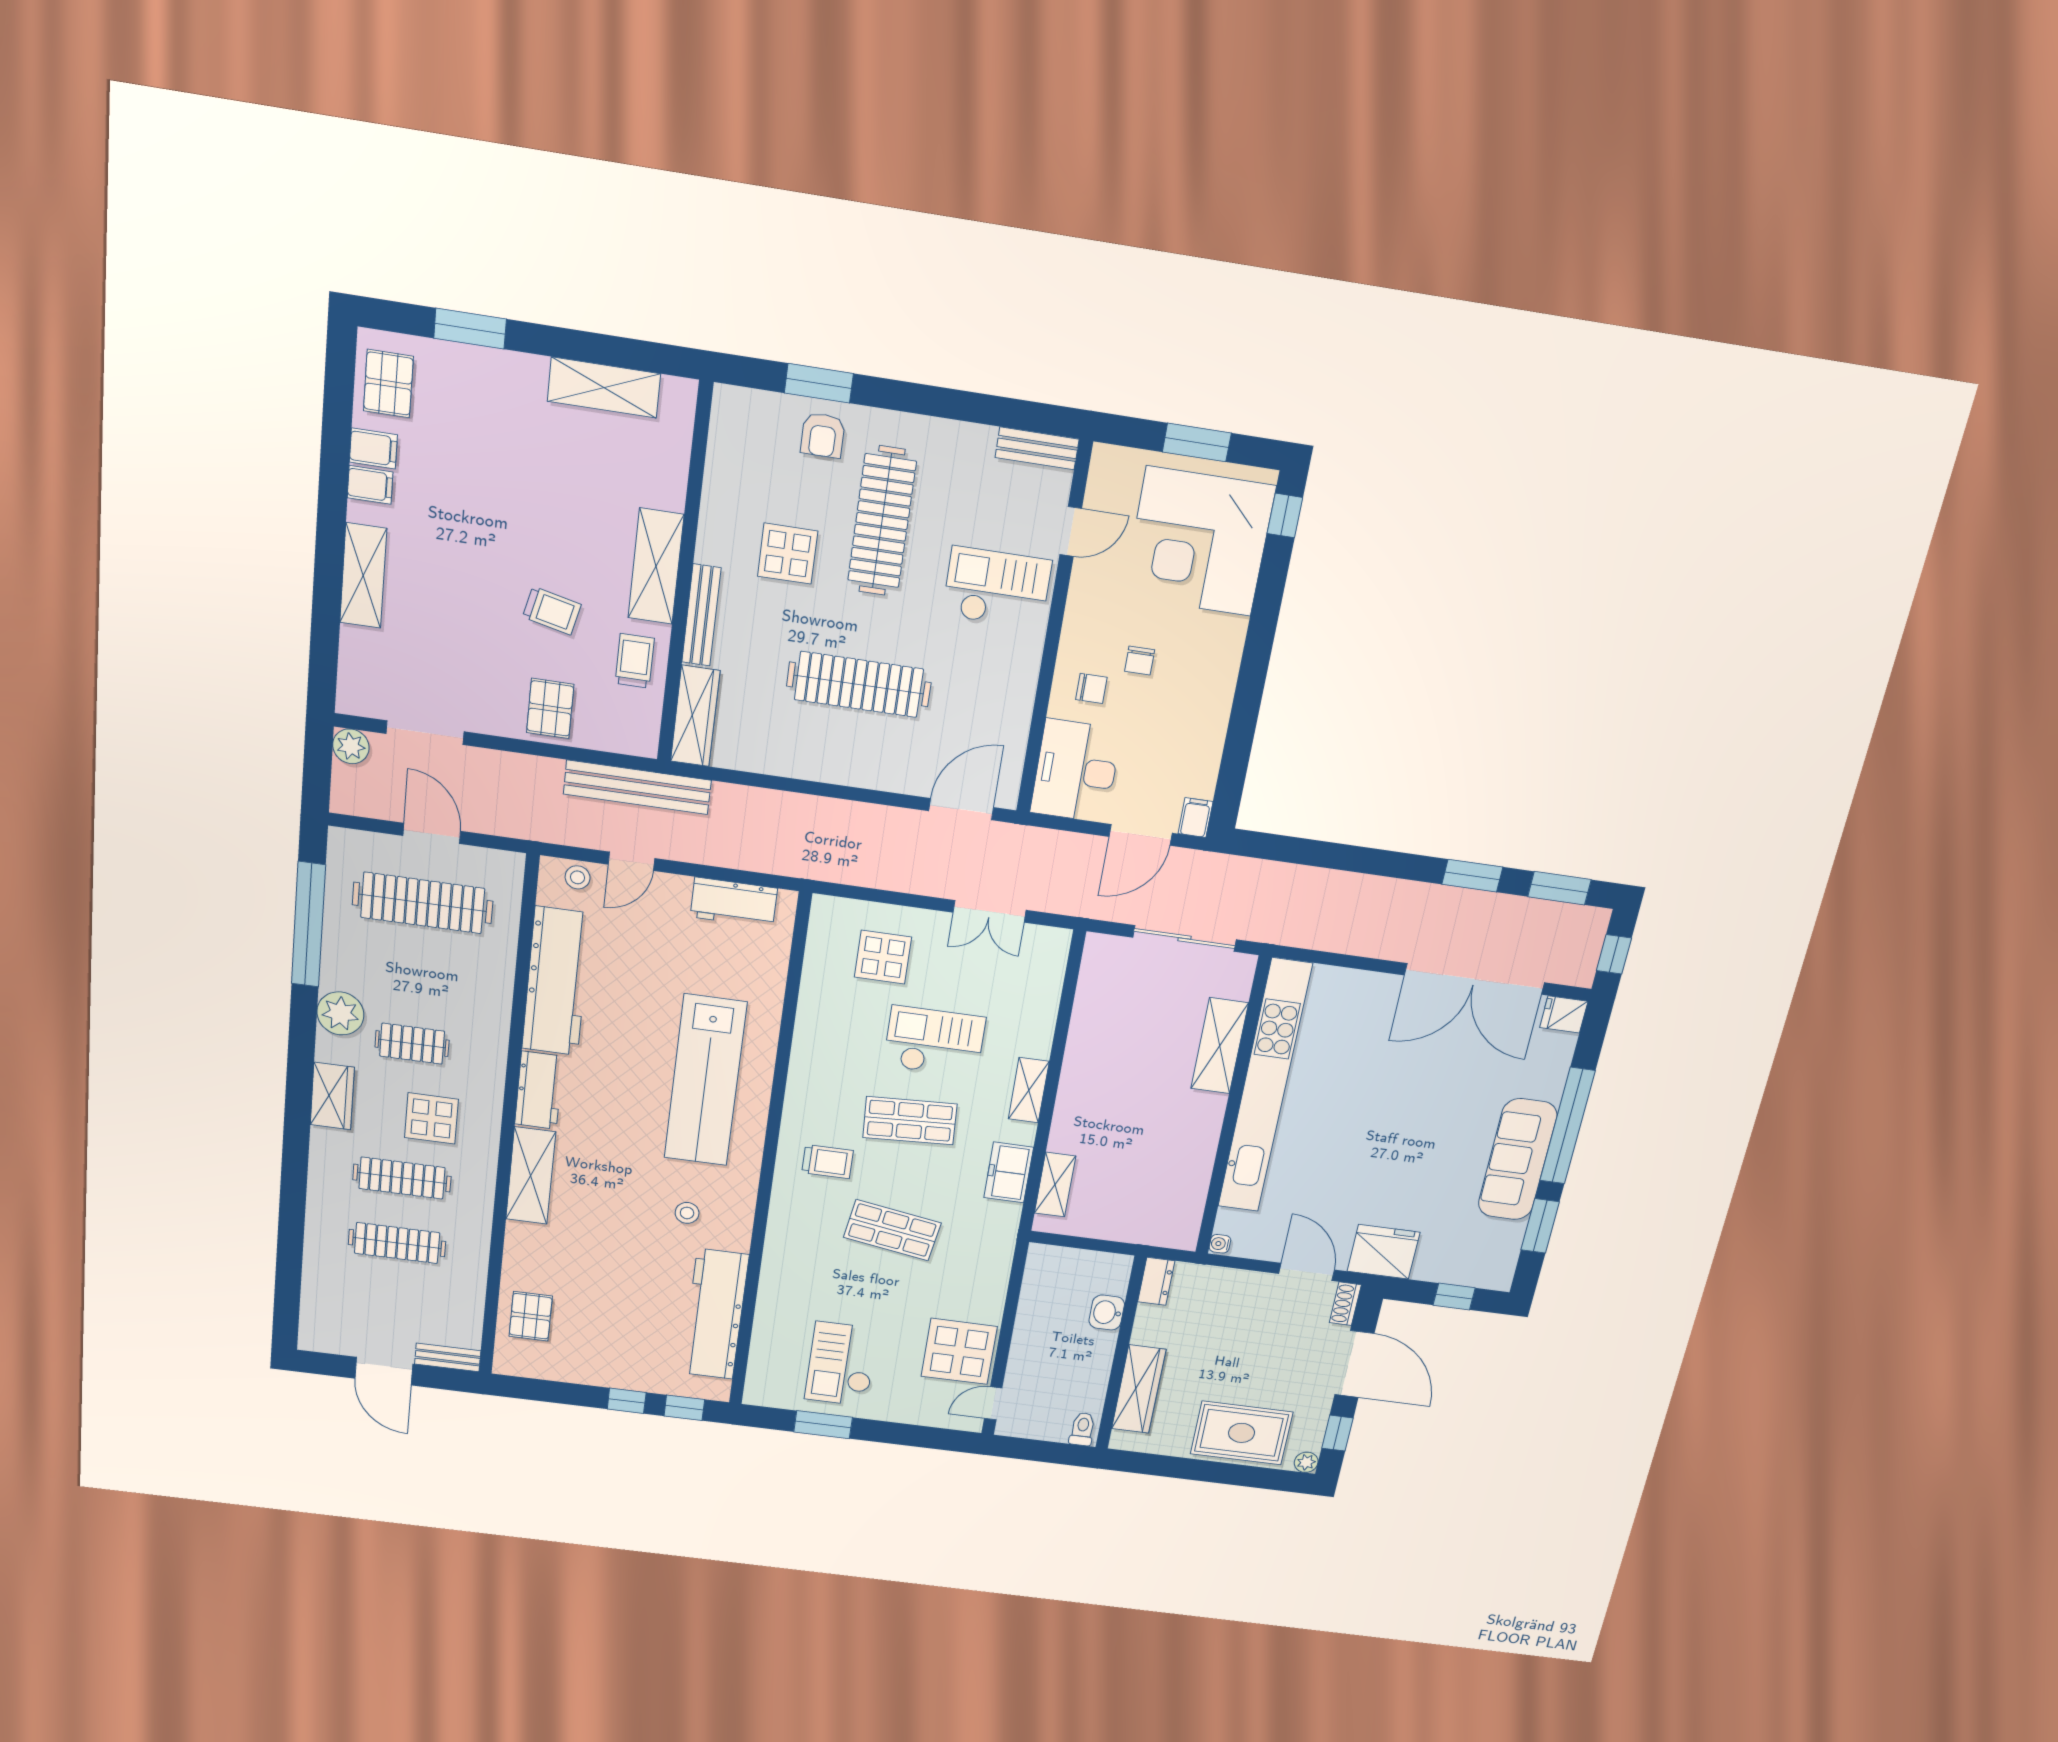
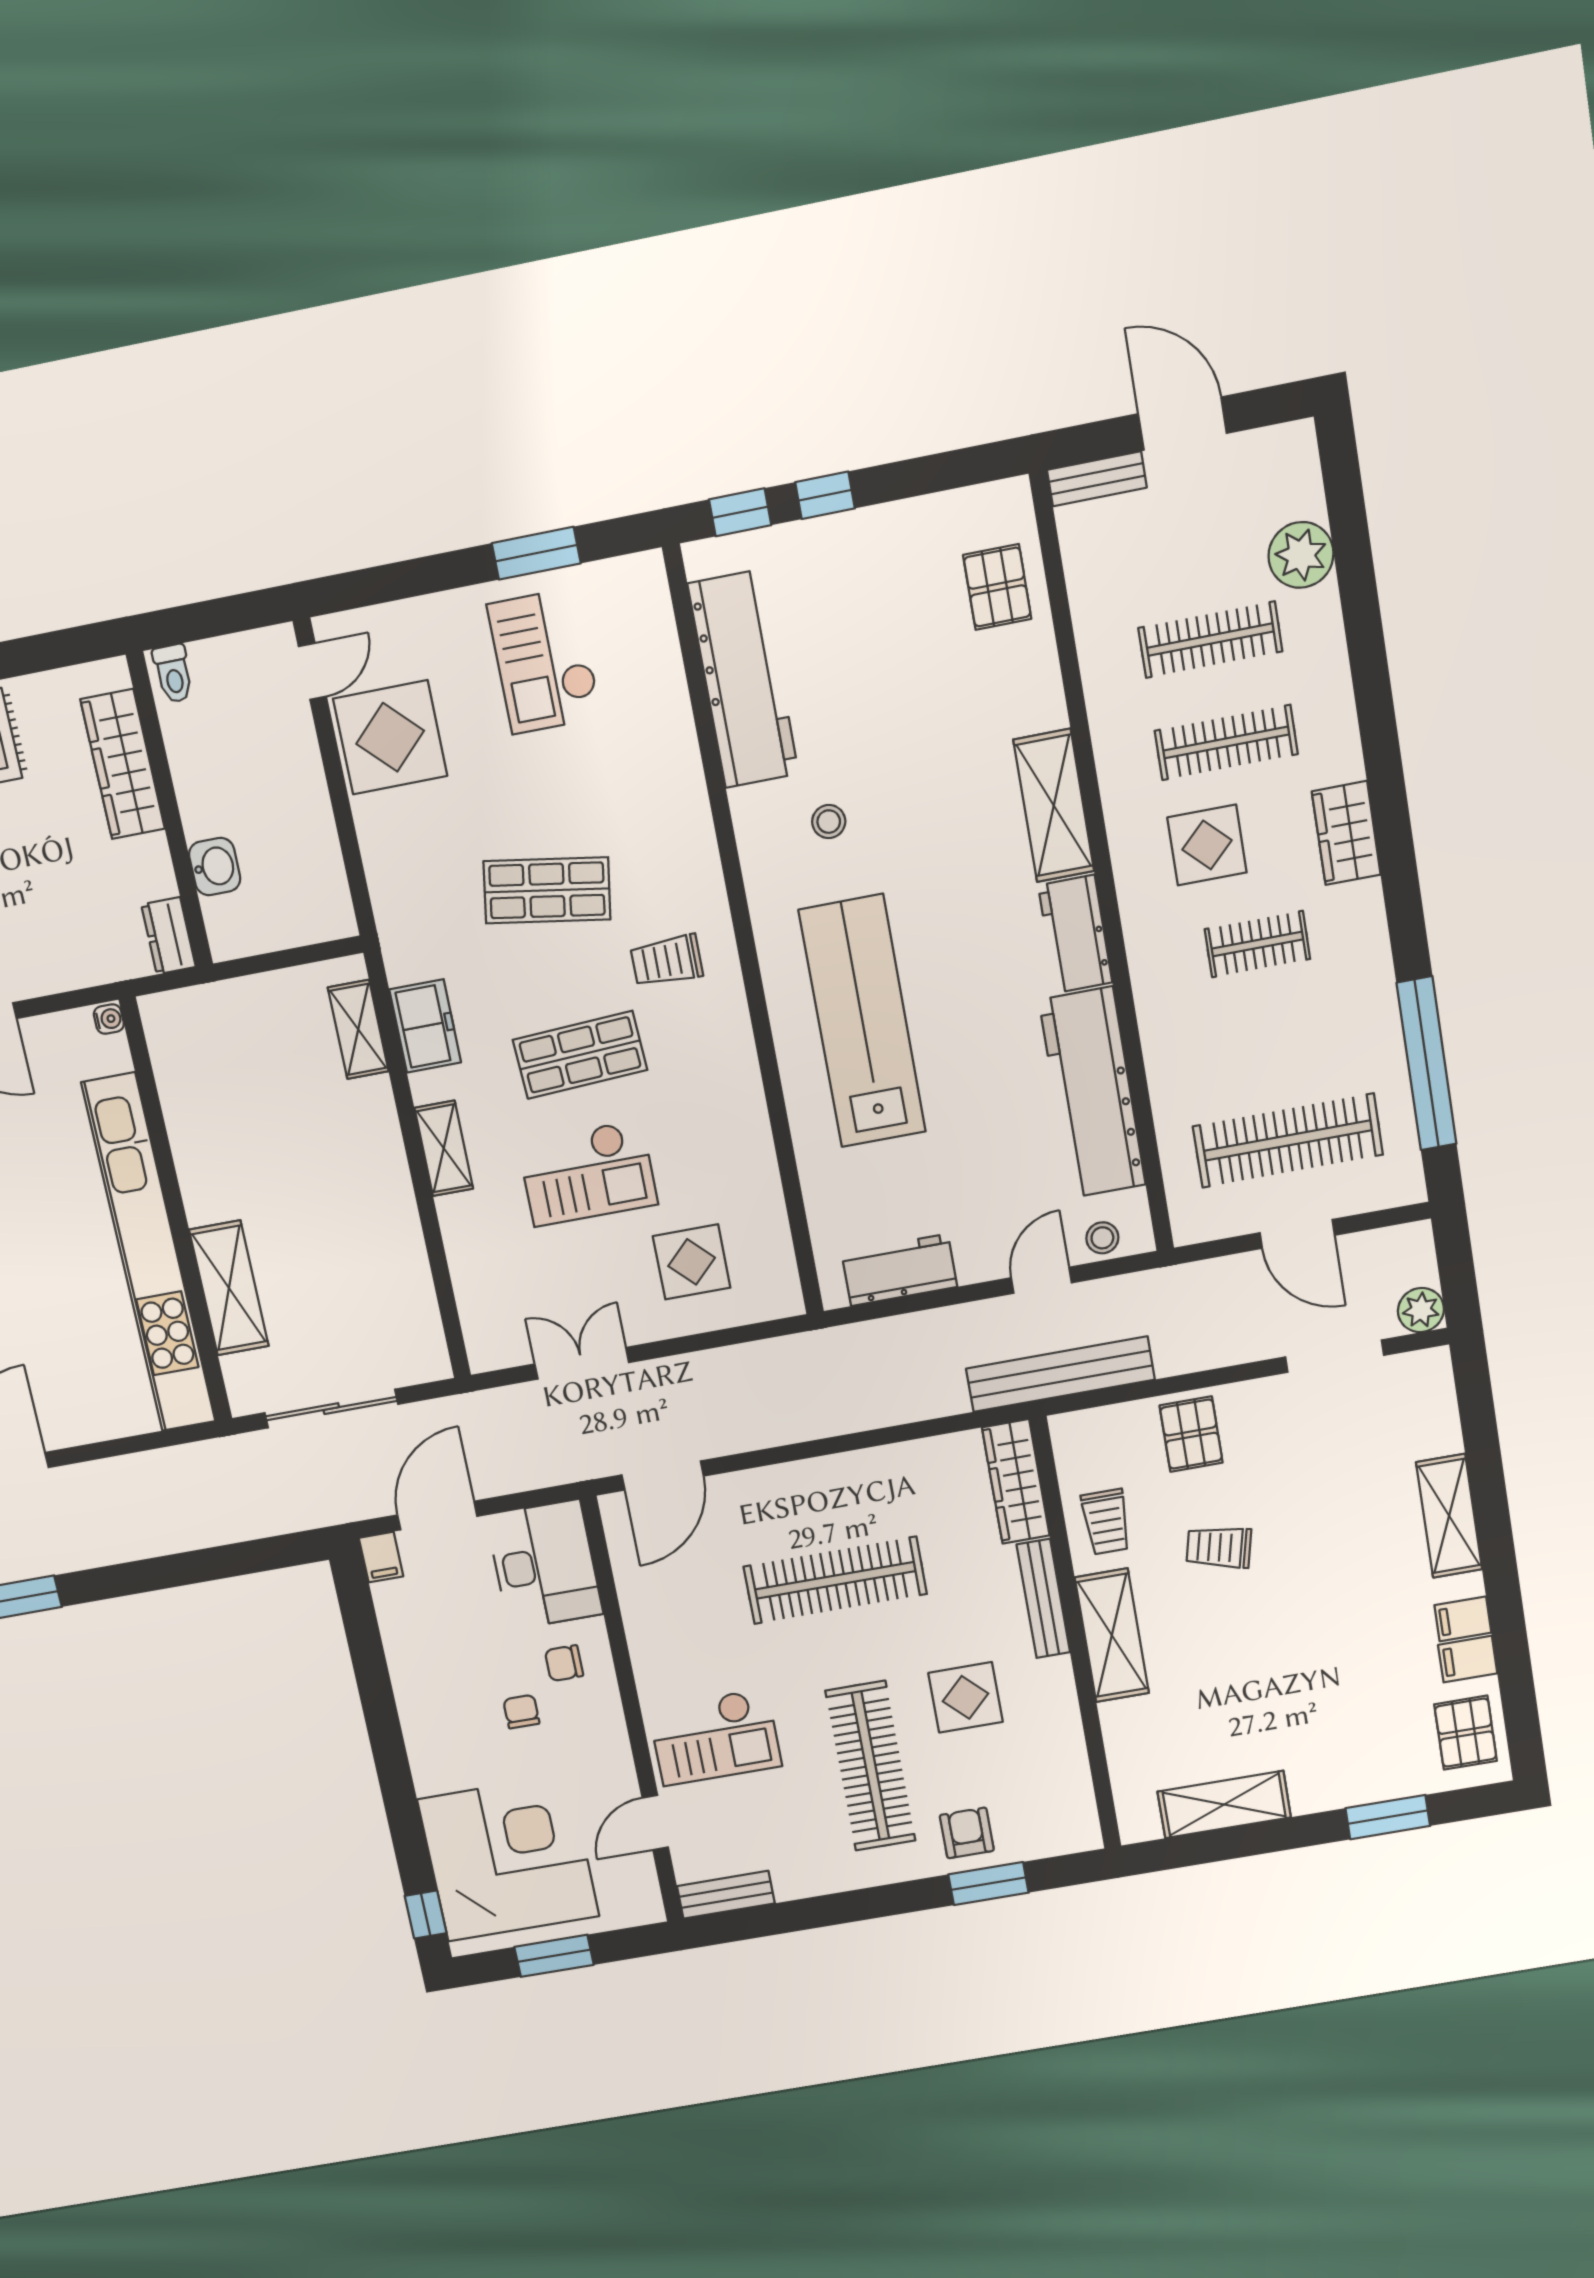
plant: (340, 1013) -> (1301, 555), moved
checkout: (841, 1364) -> (544, 661), turned 180

